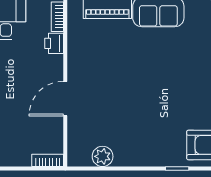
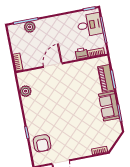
door: (65, 99) -> (53, 65), hinge flipped

